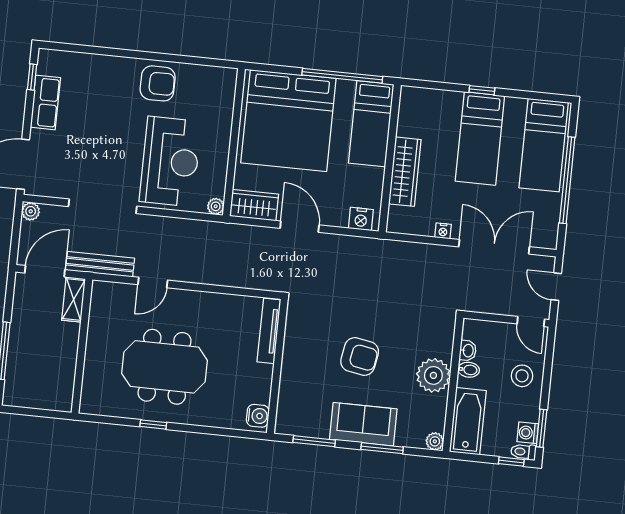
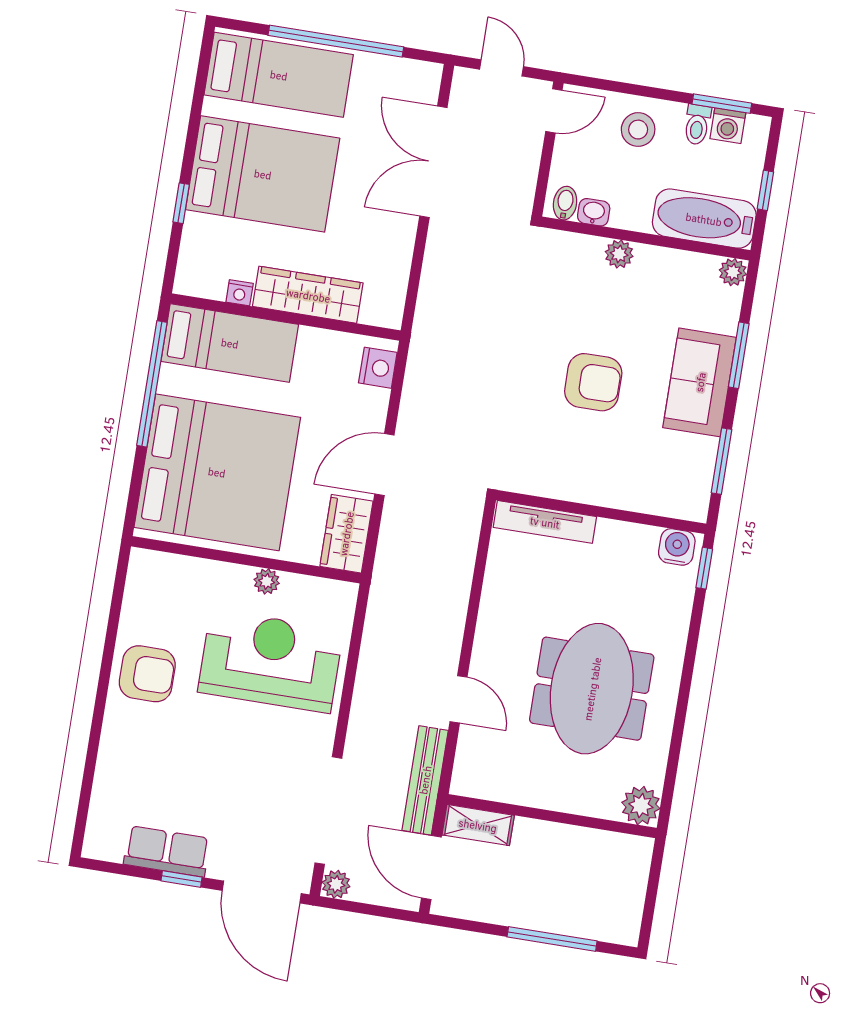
window: (32, 77) -> (181, 879), moved
armchair: (158, 83) -> (147, 674), turned 90
window: (482, 90) -> (181, 203), moved
bed: (480, 139) -> (263, 174), width x1.50
doorway: (103, 206) -> (328, 811), moved
plant: (216, 206) -> (267, 581), moved
nightstand: (443, 231) -> (240, 293), moved, turned 90
door: (556, 287) -> (501, 68), swing flipped
armchair: (360, 357) -> (593, 382), turned 80
bidet: (469, 370) -> (565, 203), moved
plant: (433, 375) -> (619, 254), width x0.53, depth x0.53
plant: (92, 402) -> (641, 806), added
window: (153, 425) -> (704, 568), moved
toilet: (523, 452) -> (697, 125), moved
window: (511, 462) -> (765, 190), moved

